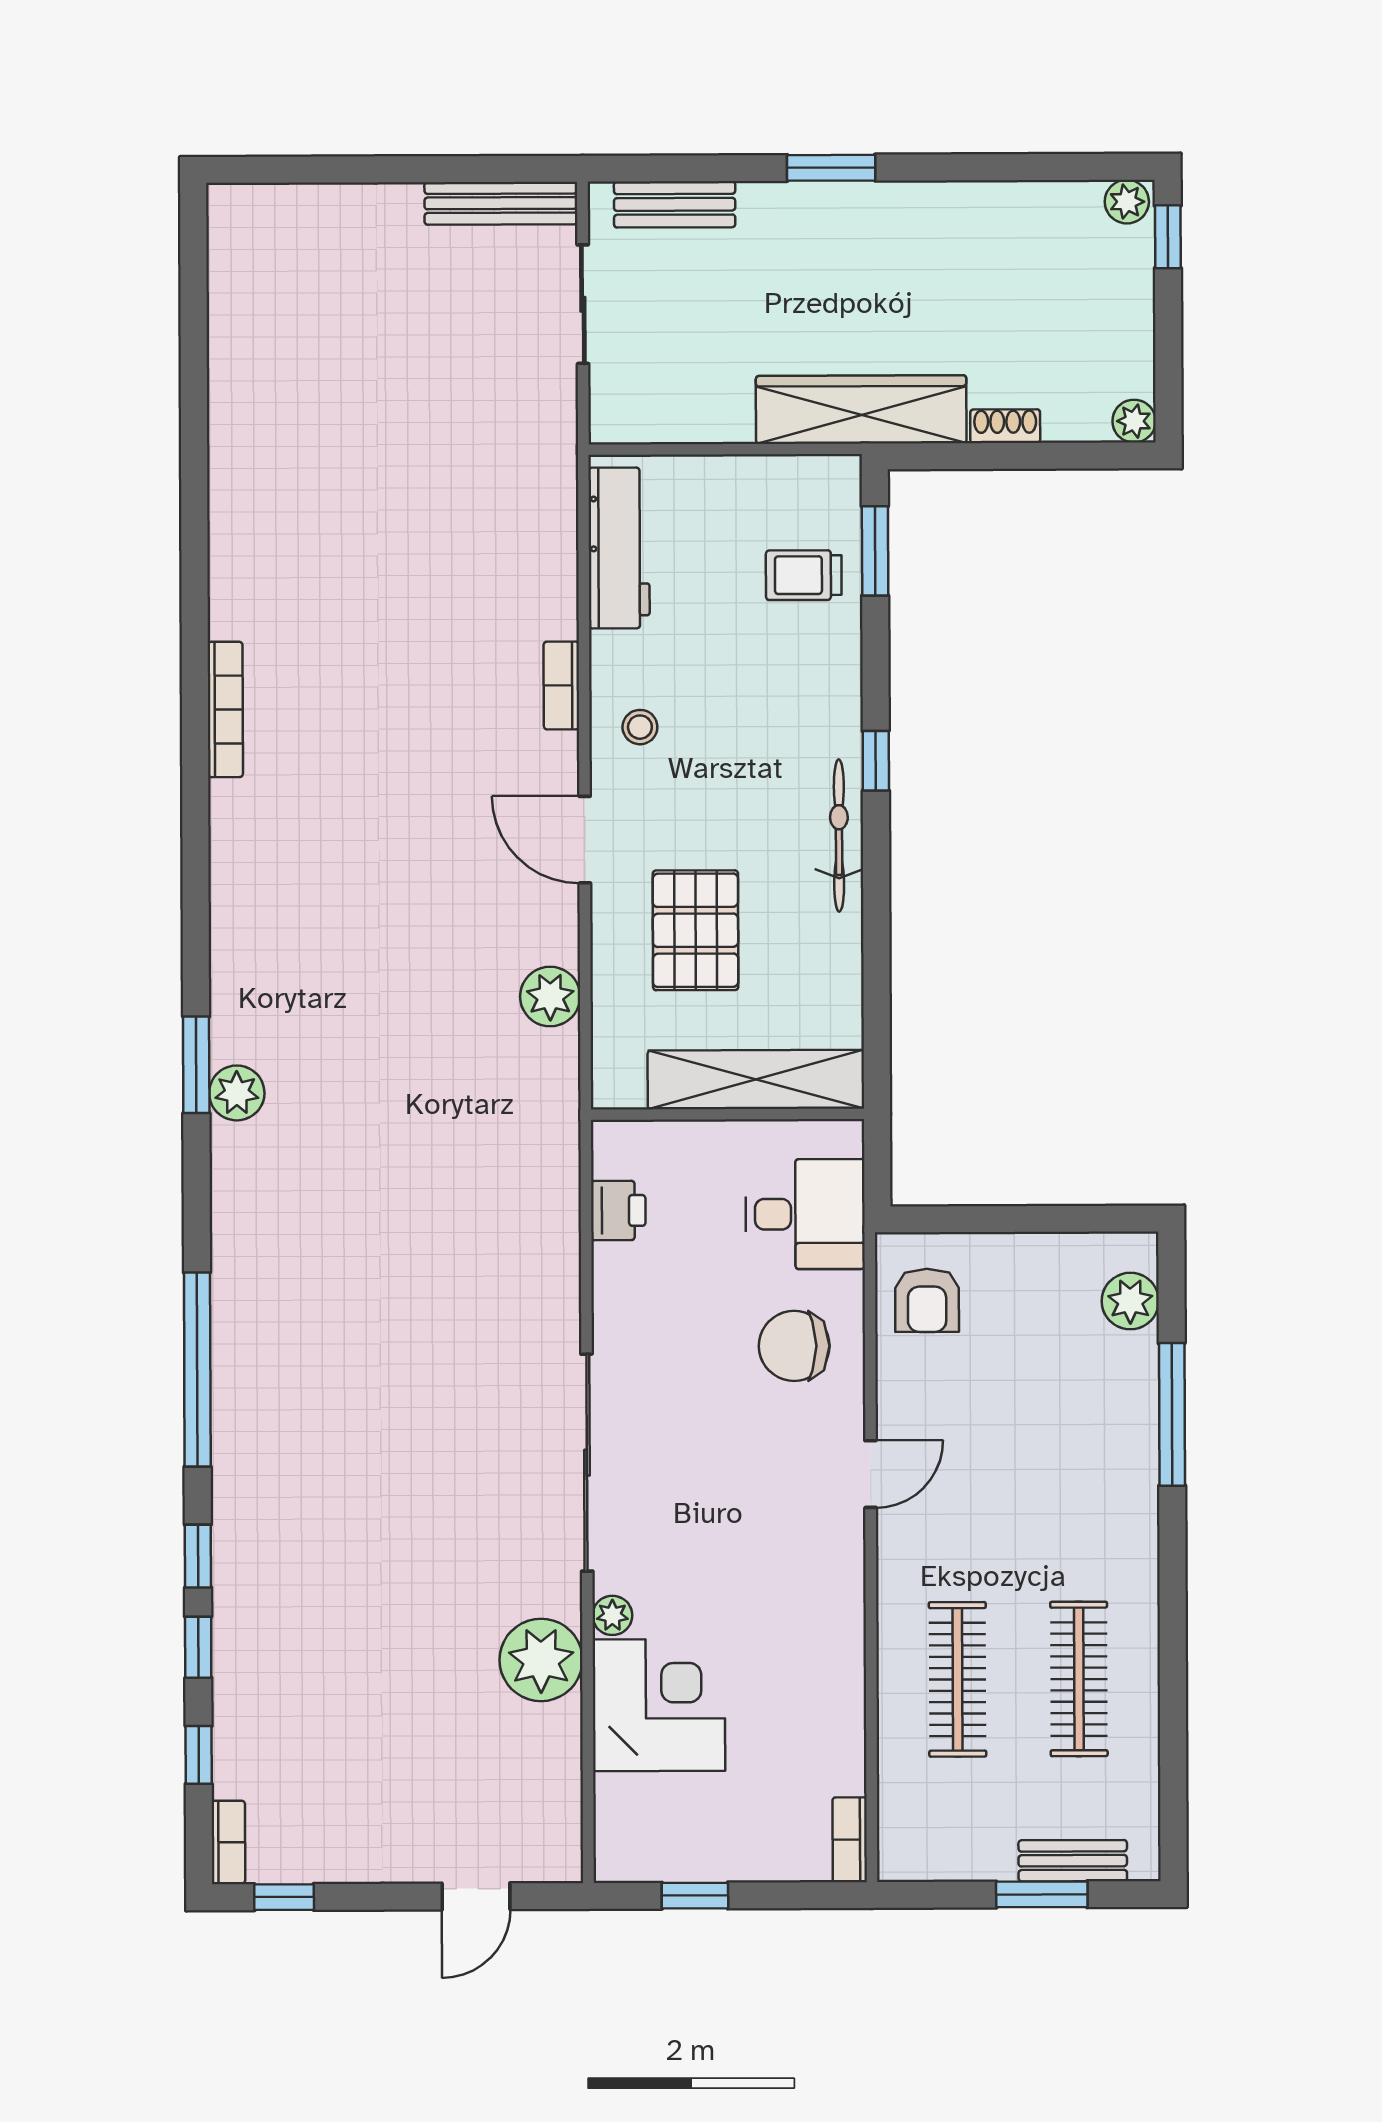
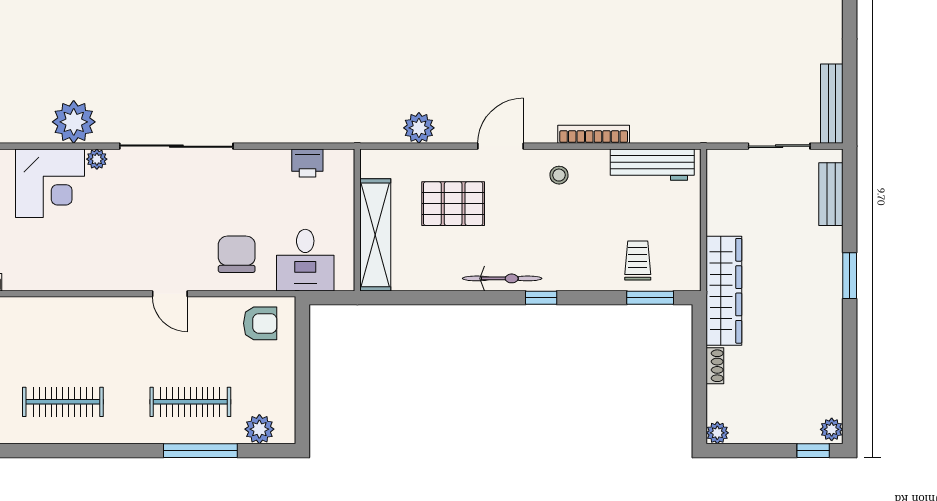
bookcase: (561, 685) -> (594, 134), width x1.56
armchair: (927, 1300) -> (260, 323), turned 180
clothes rail: (958, 1679) -> (190, 402), moved

